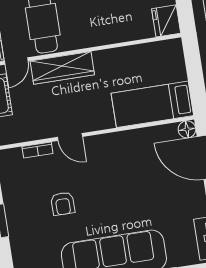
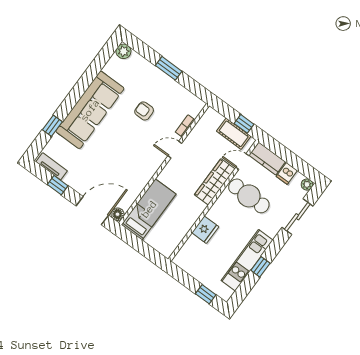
fridge: (166, 21) -> (205, 230), moved, turned 90
door: (16, 61) -> (242, 162), hinge flipped

